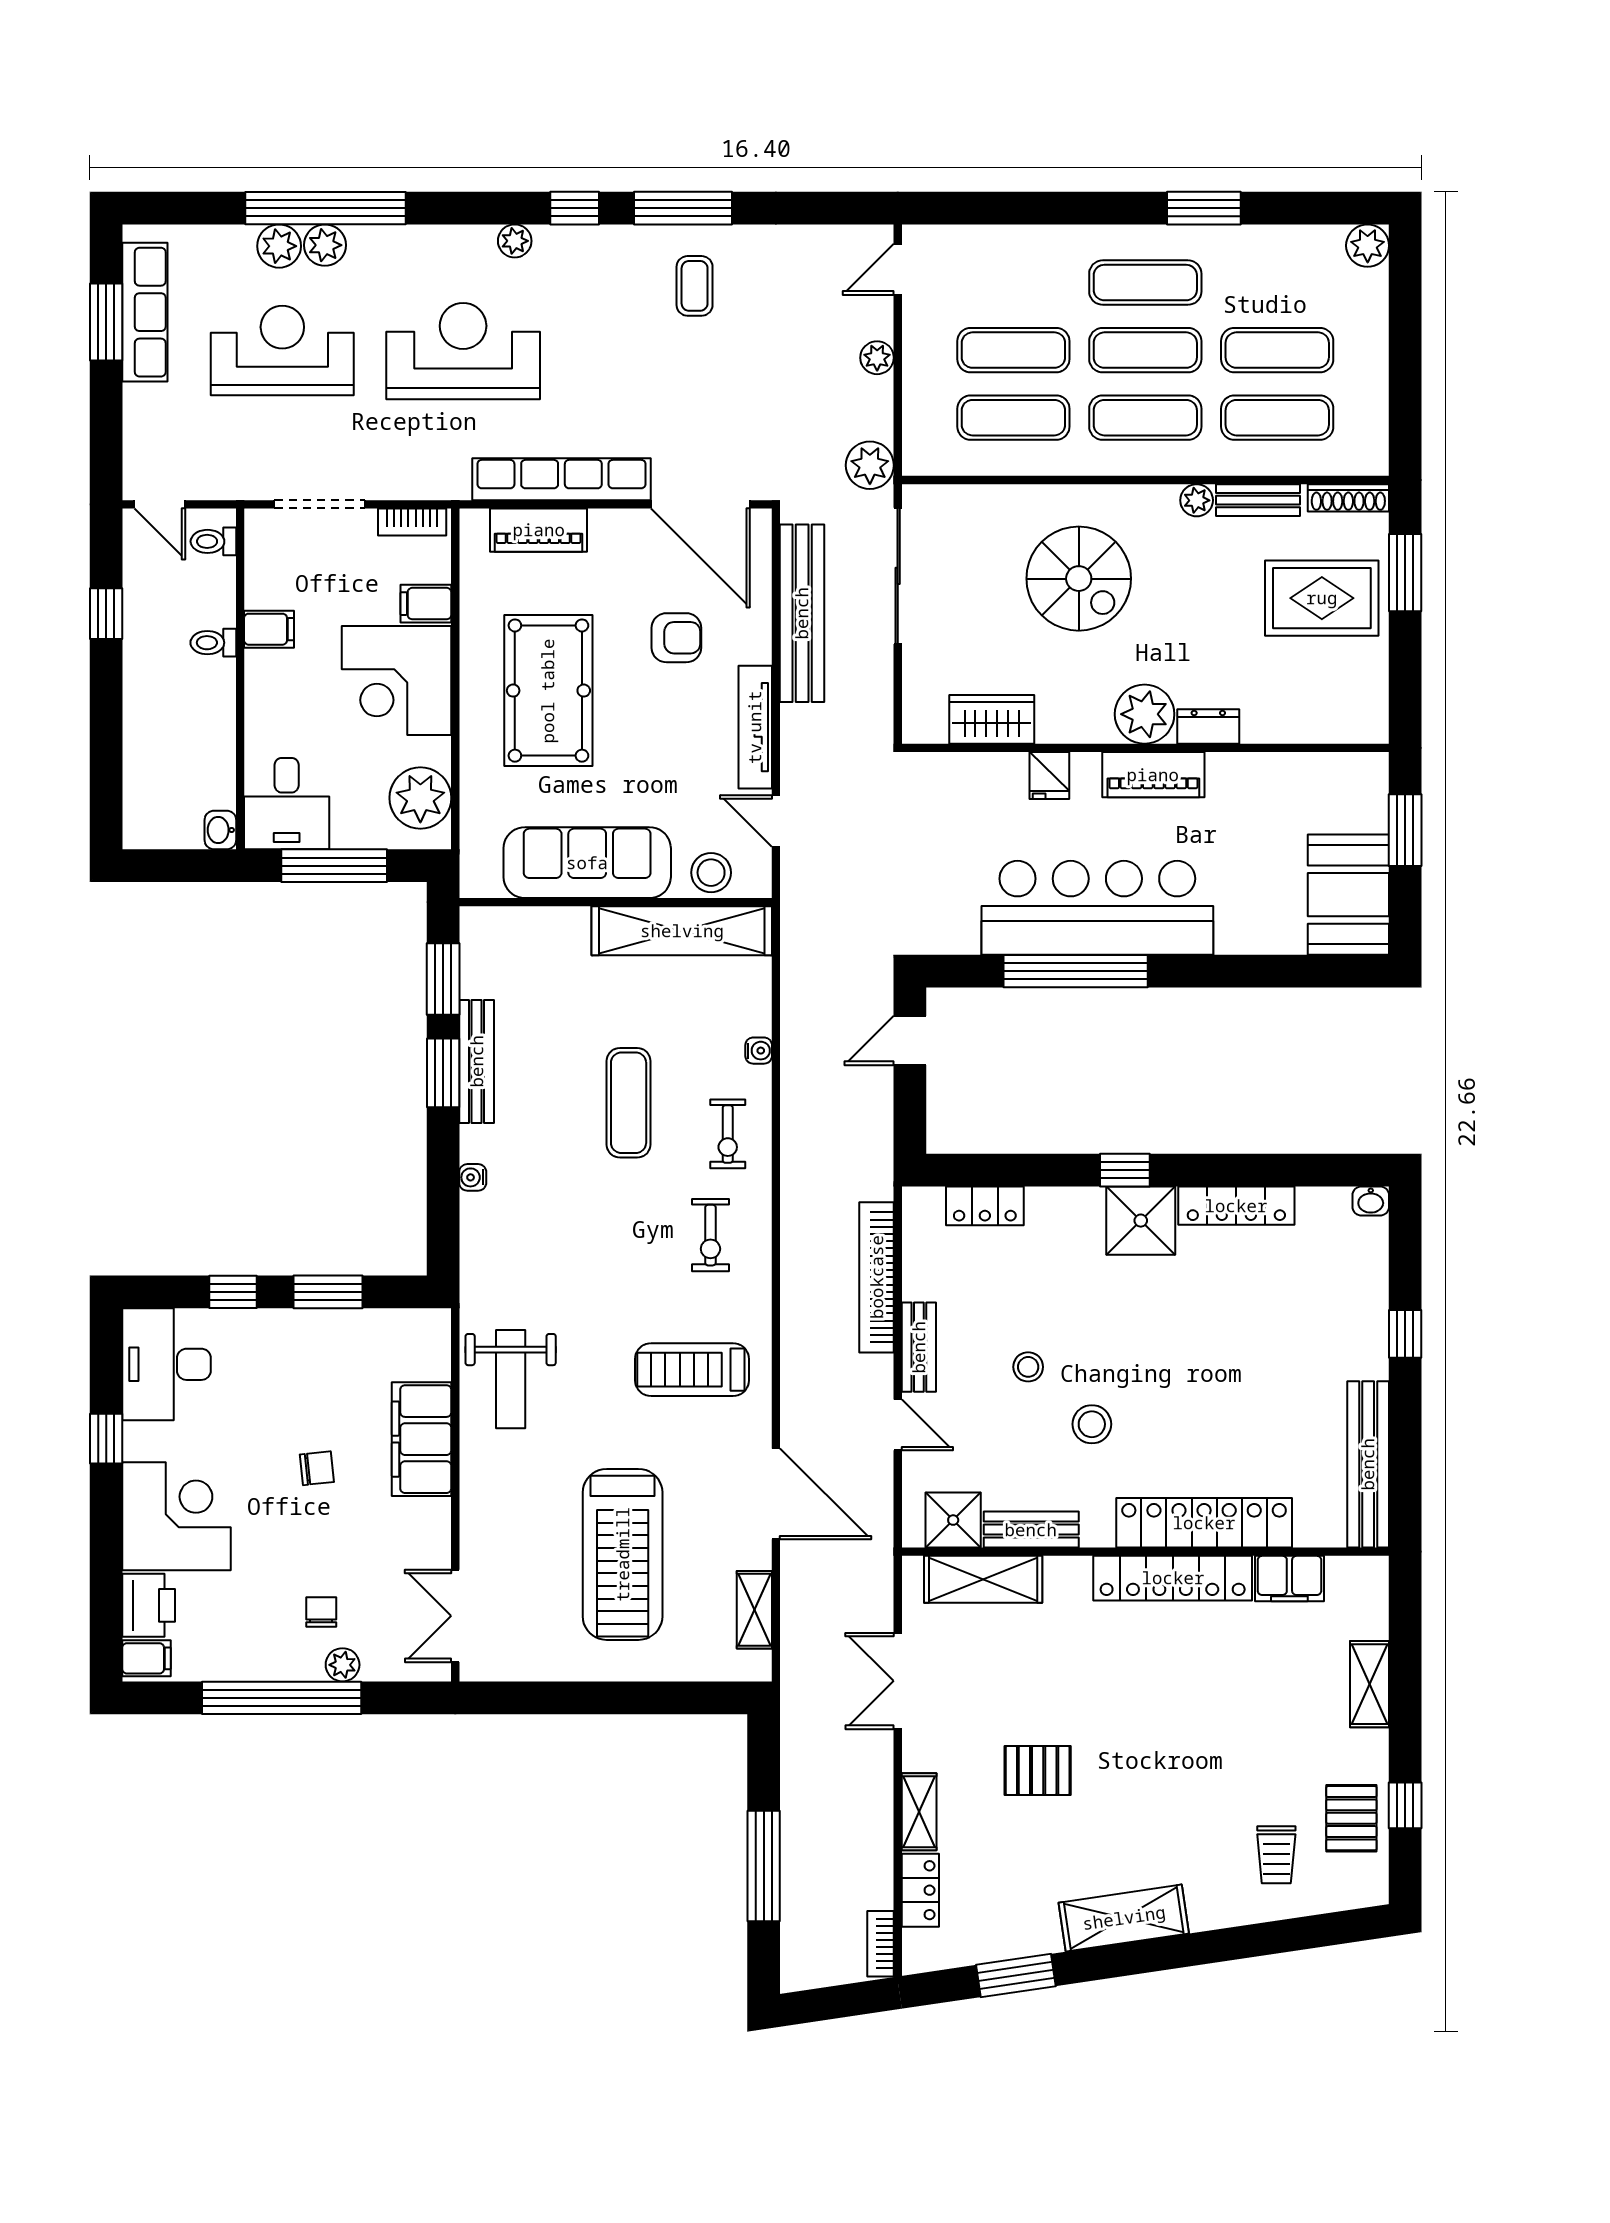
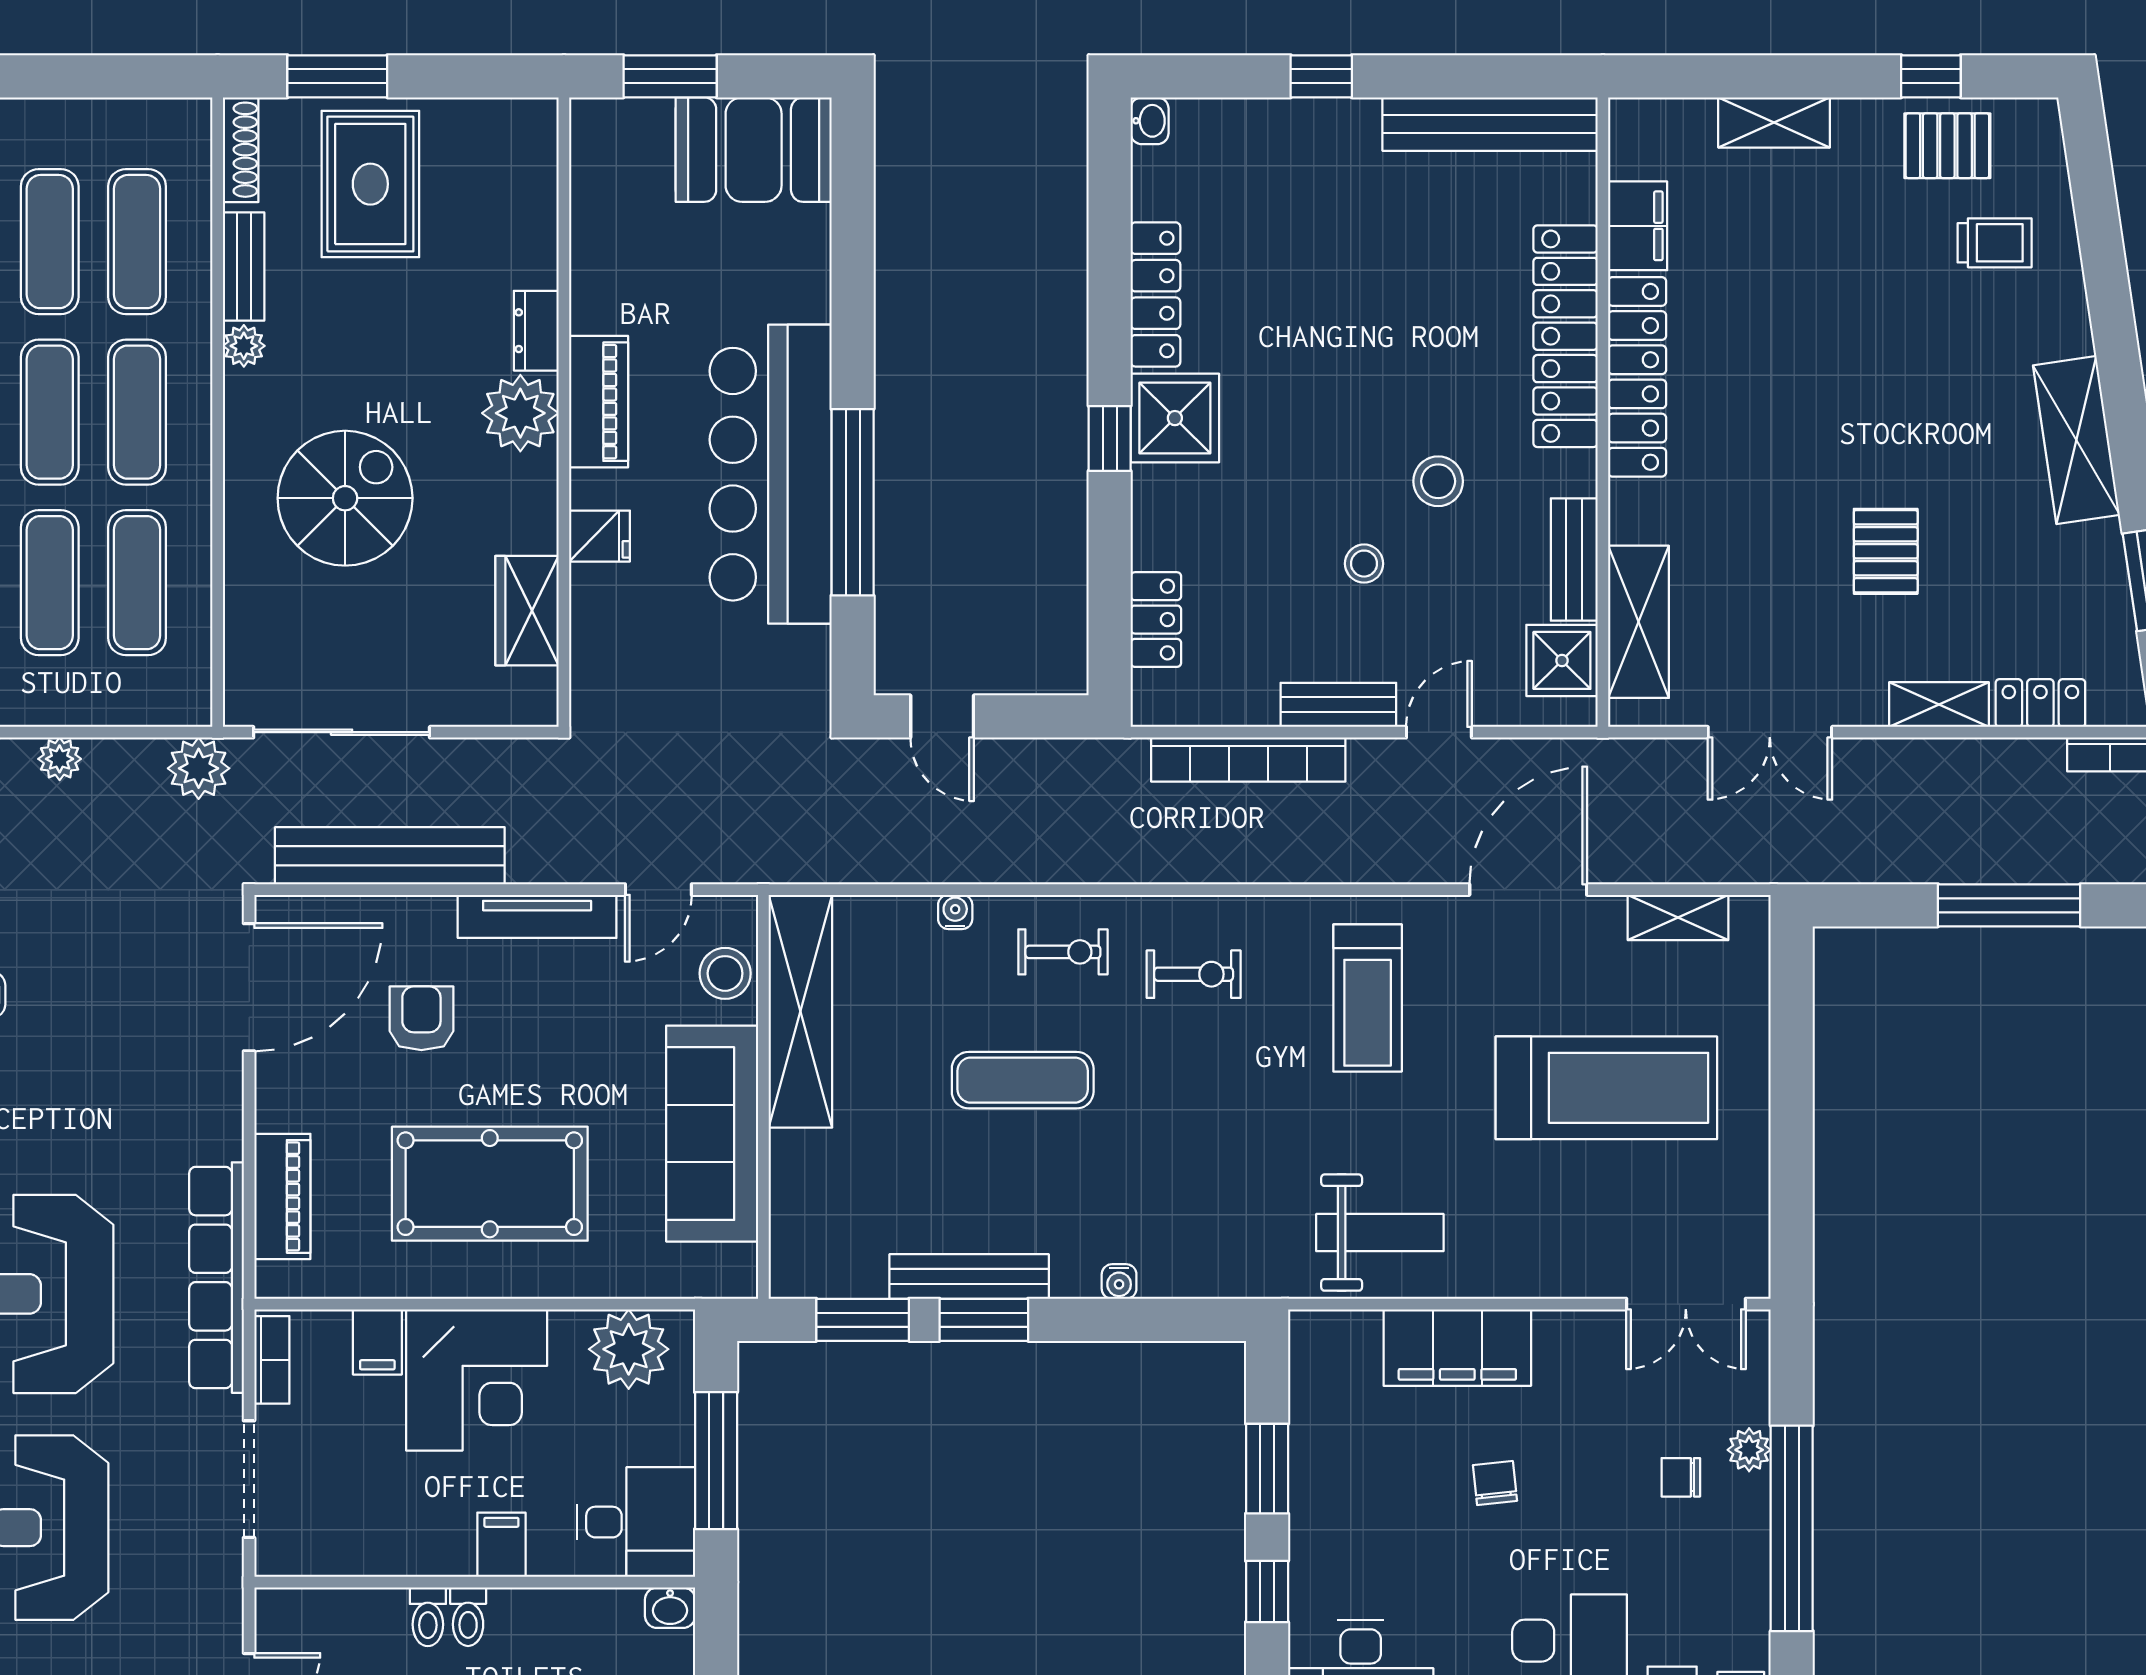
row of seats: (561, 479) -> (217, 1278), moved
toilet: (213, 541) -> (468, 1617), moved
filing cabinet: (269, 629) -> (501, 1545), moved

